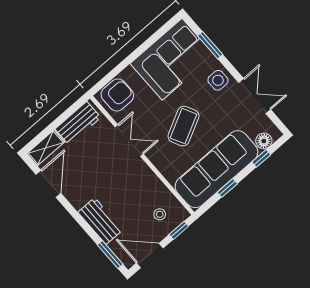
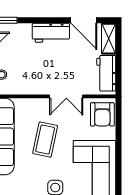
coffee table: (183, 126) -> (45, 140), turned 39
workbench: (100, 221) -> (51, 33), moved

